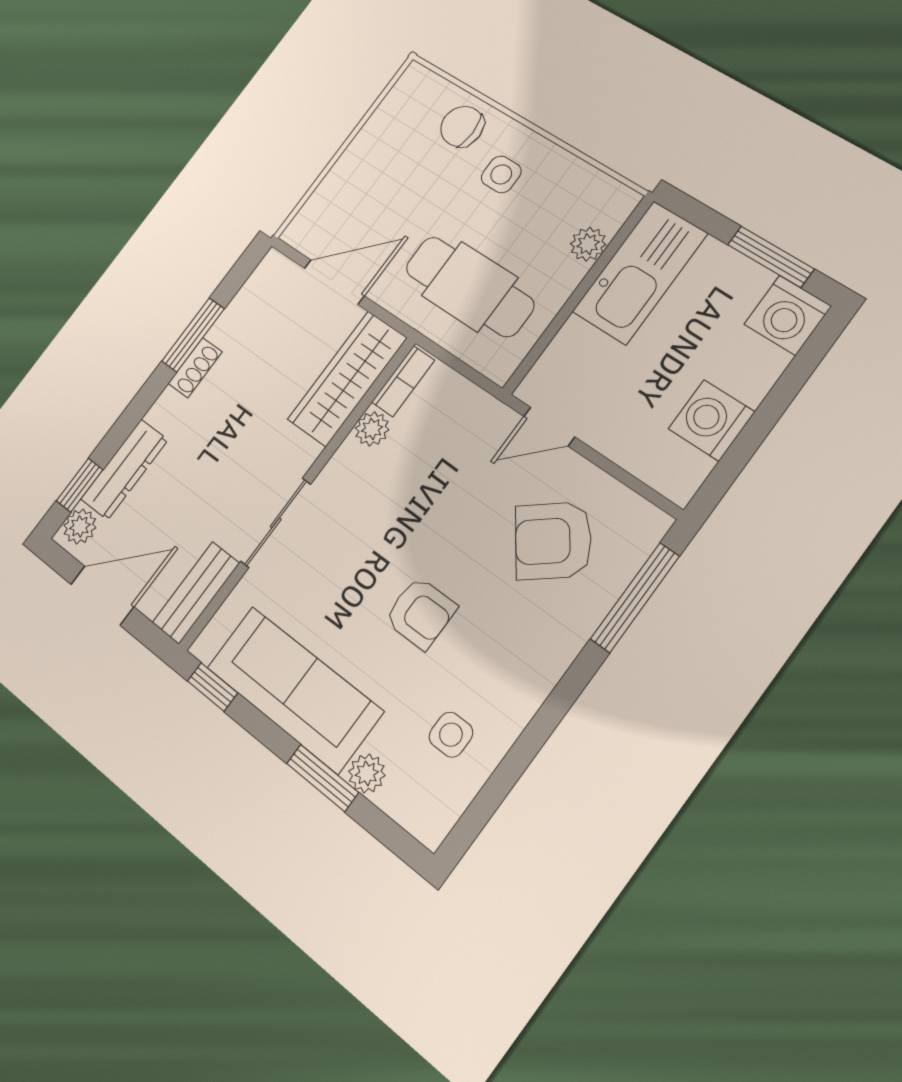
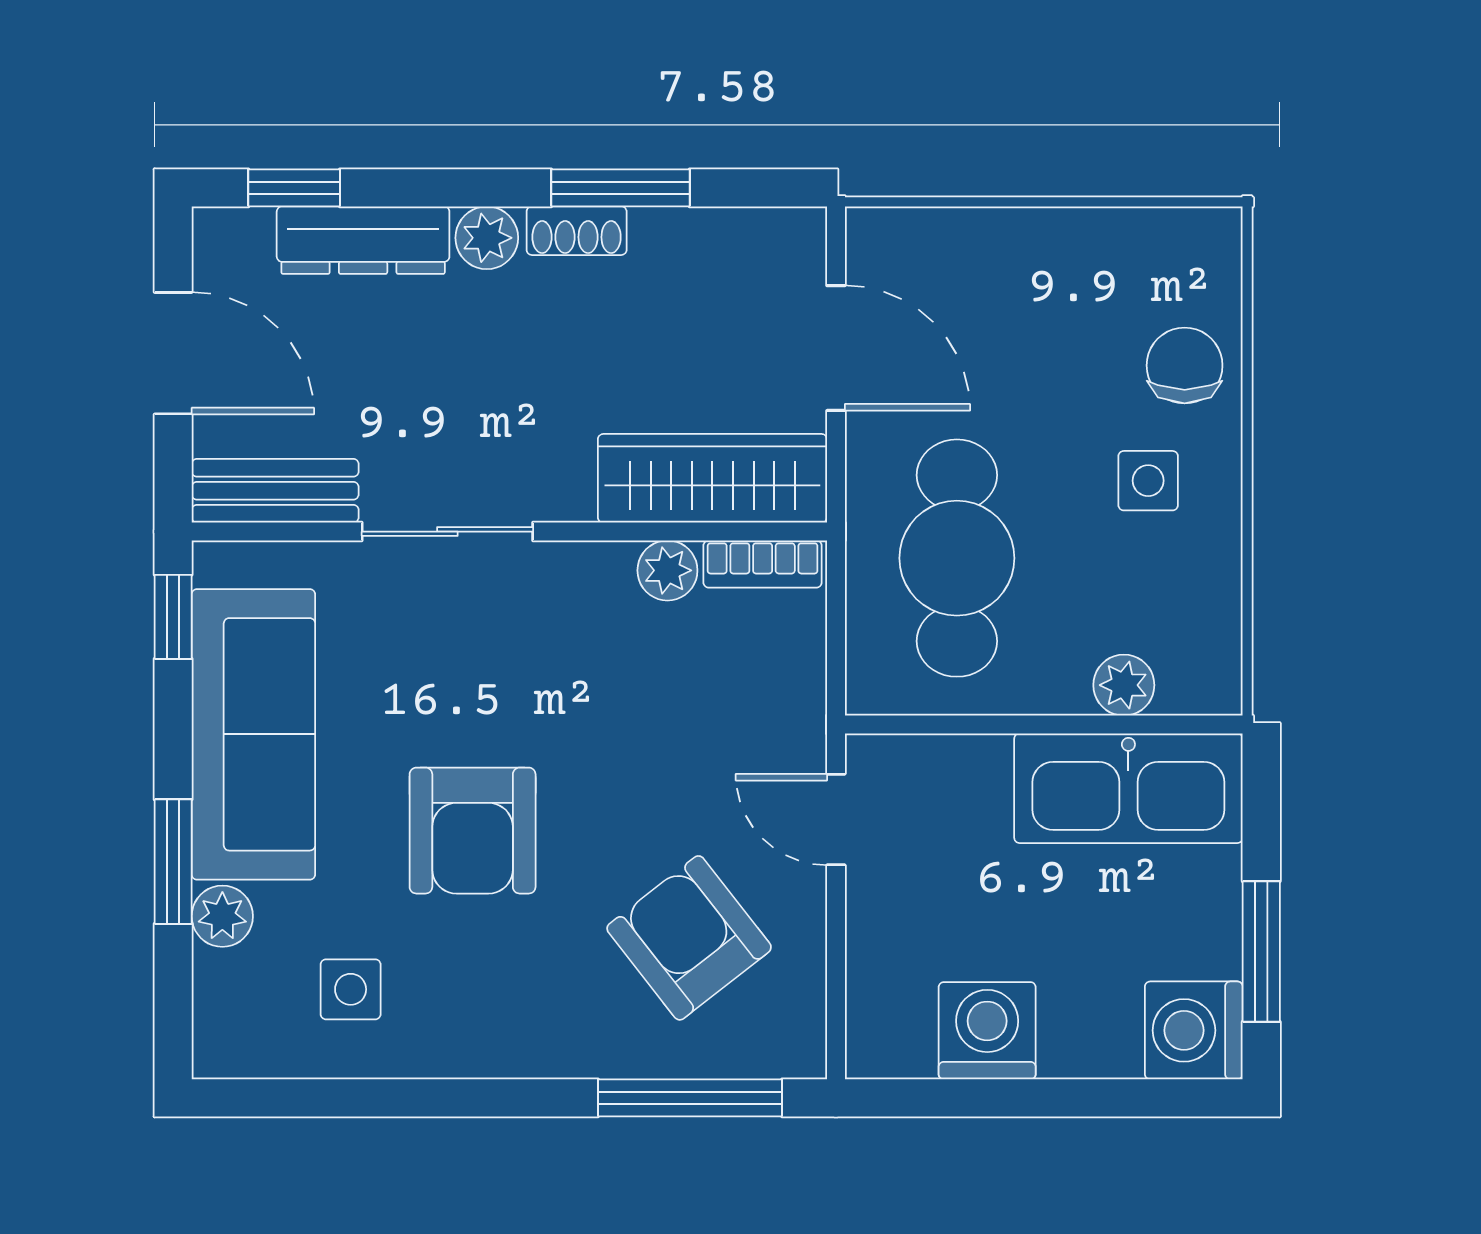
plant: (80, 526) -> (487, 238), moved
armchair: (420, 613) -> (473, 831), width x1.38, depth x1.38

